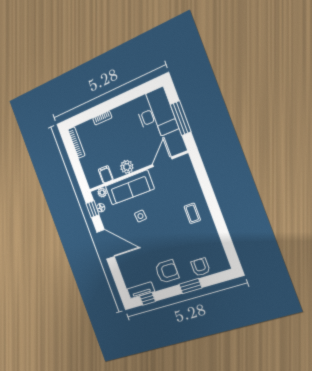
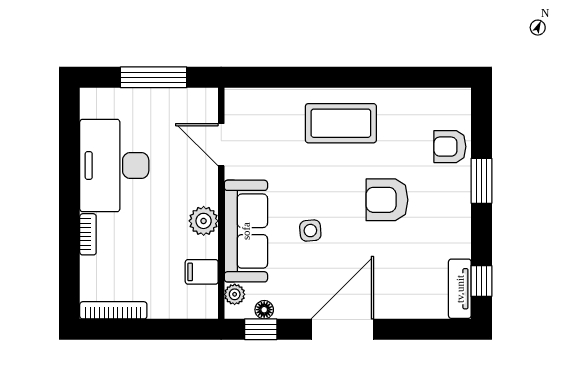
desk: (156, 114) -> (114, 165), moved, turned -90
coffee table: (192, 213) -> (341, 123), width x1.86, depth x1.72
armchair: (167, 271) -> (387, 200), moved, turned -90

